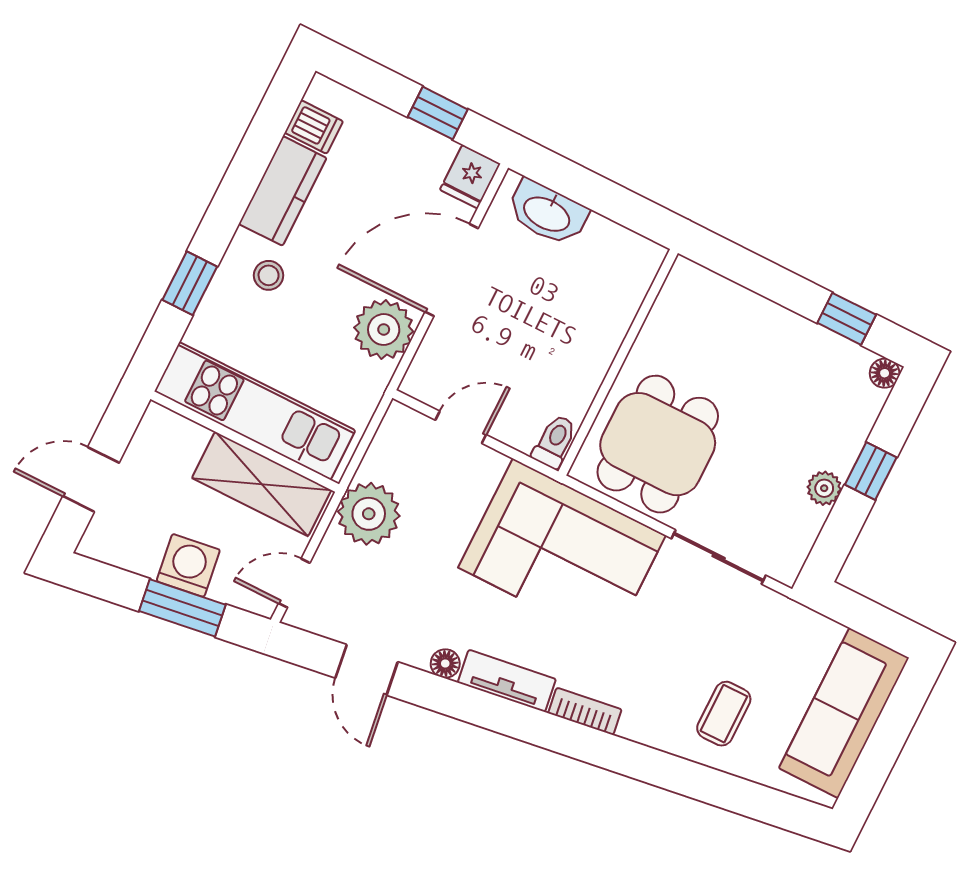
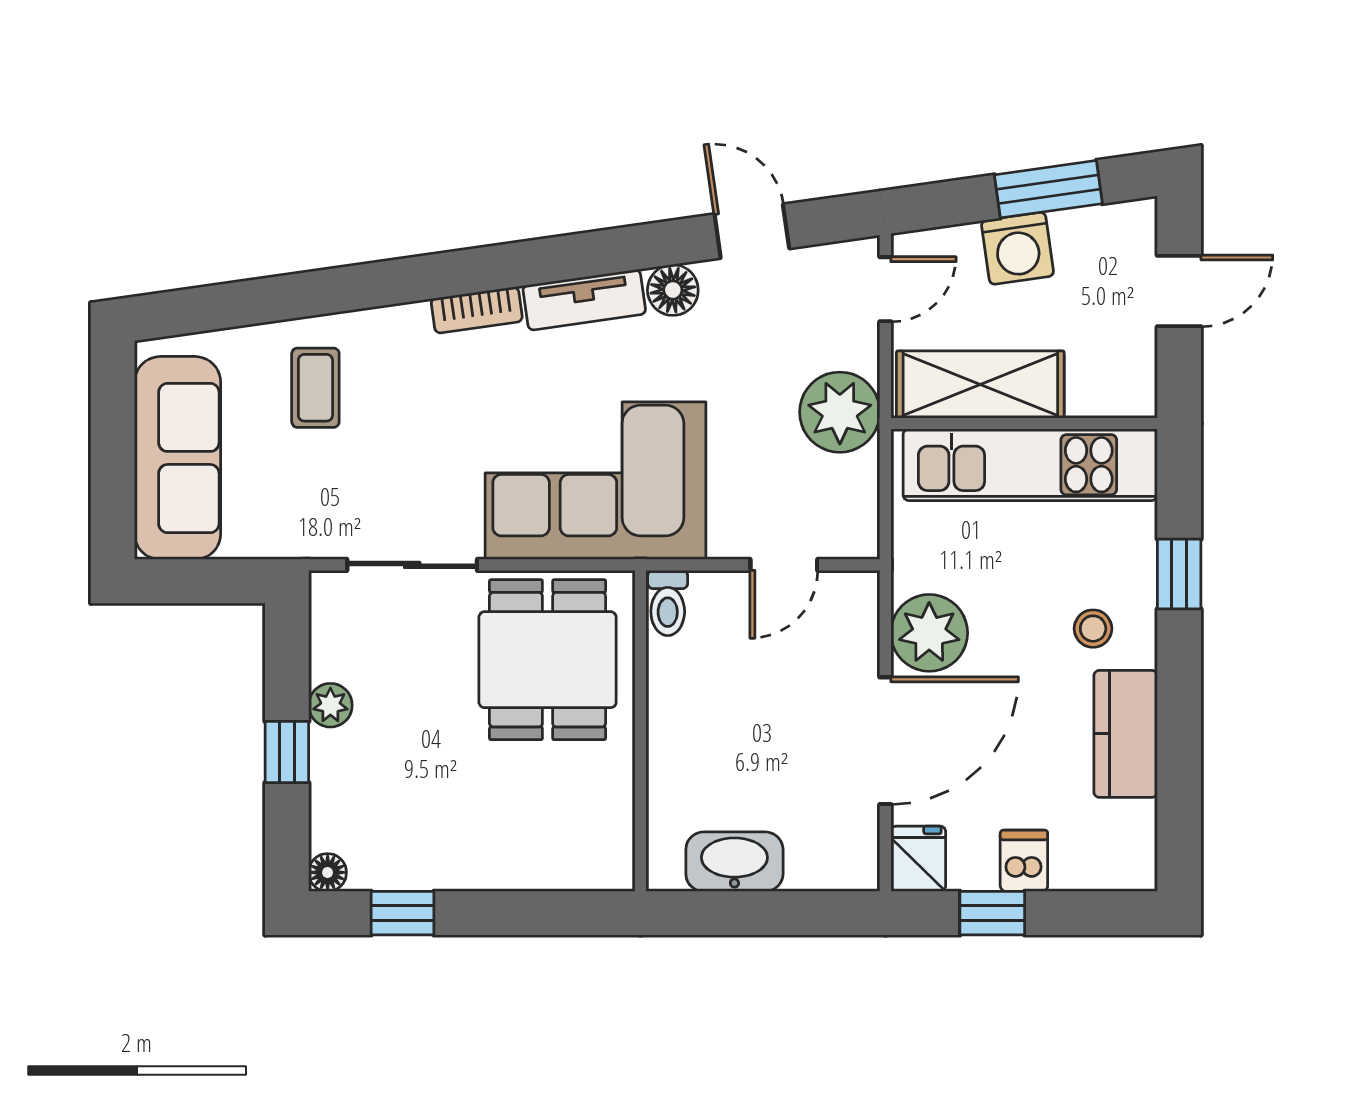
dishwasher: (314, 127) -> (1024, 861), moved, turned 90
washbasin: (547, 213) -> (734, 862), moved
window: (182, 608) -> (1048, 189), moved
floor lamp: (445, 663) -> (673, 290), width x1.37, depth x1.37

